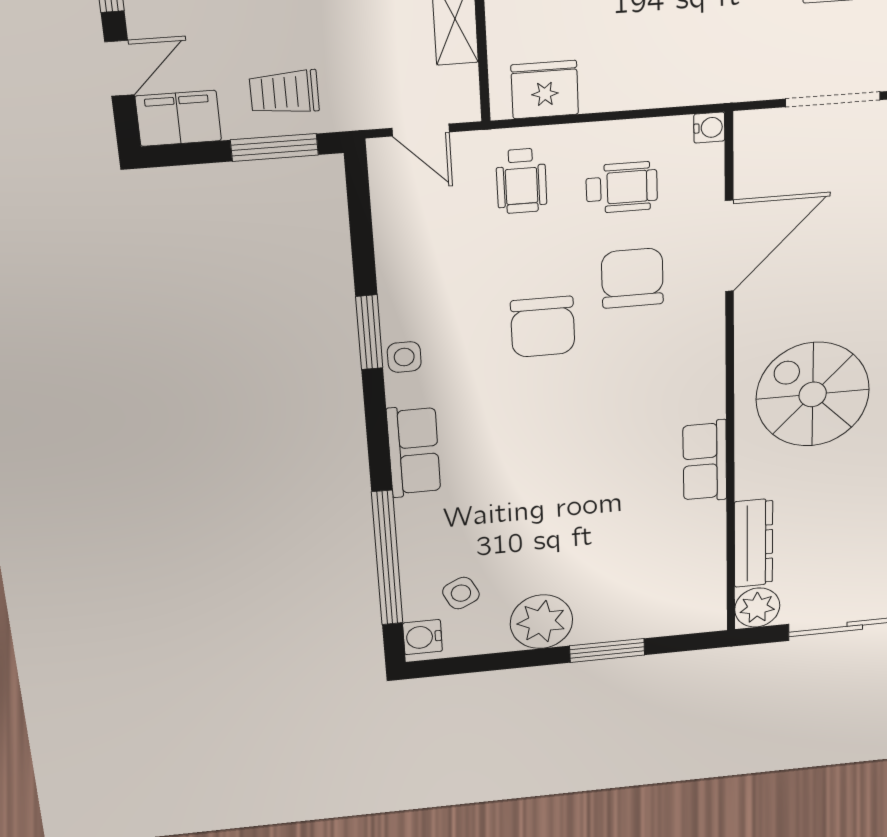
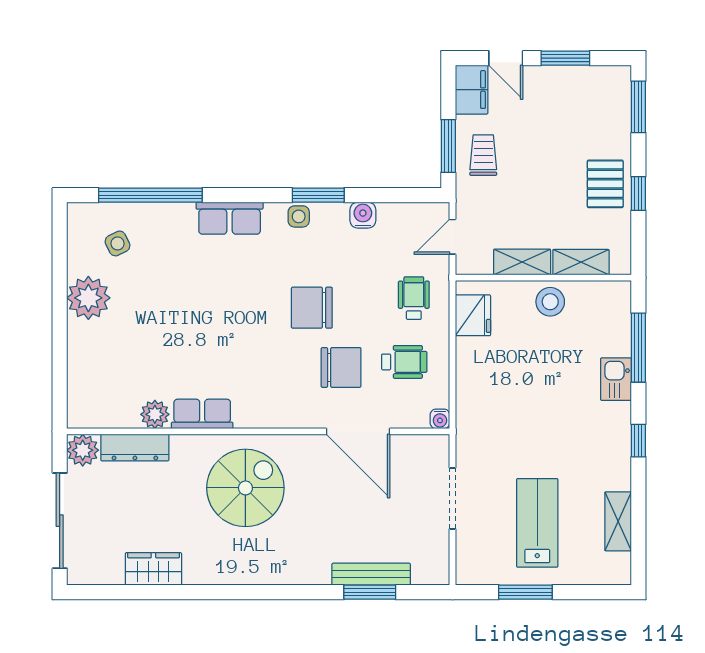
wheelchair: (521, 181) -> (414, 298), turned 90
wheelchair: (622, 187) -> (404, 362), turned -90
plant: (706, 522) -> (155, 414), added
water cooler: (423, 637) -> (363, 215), moved
window: (607, 650) -> (60, 343), removed

